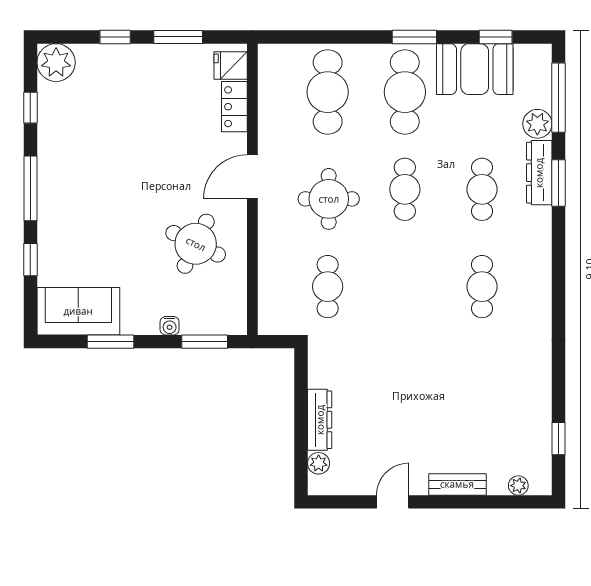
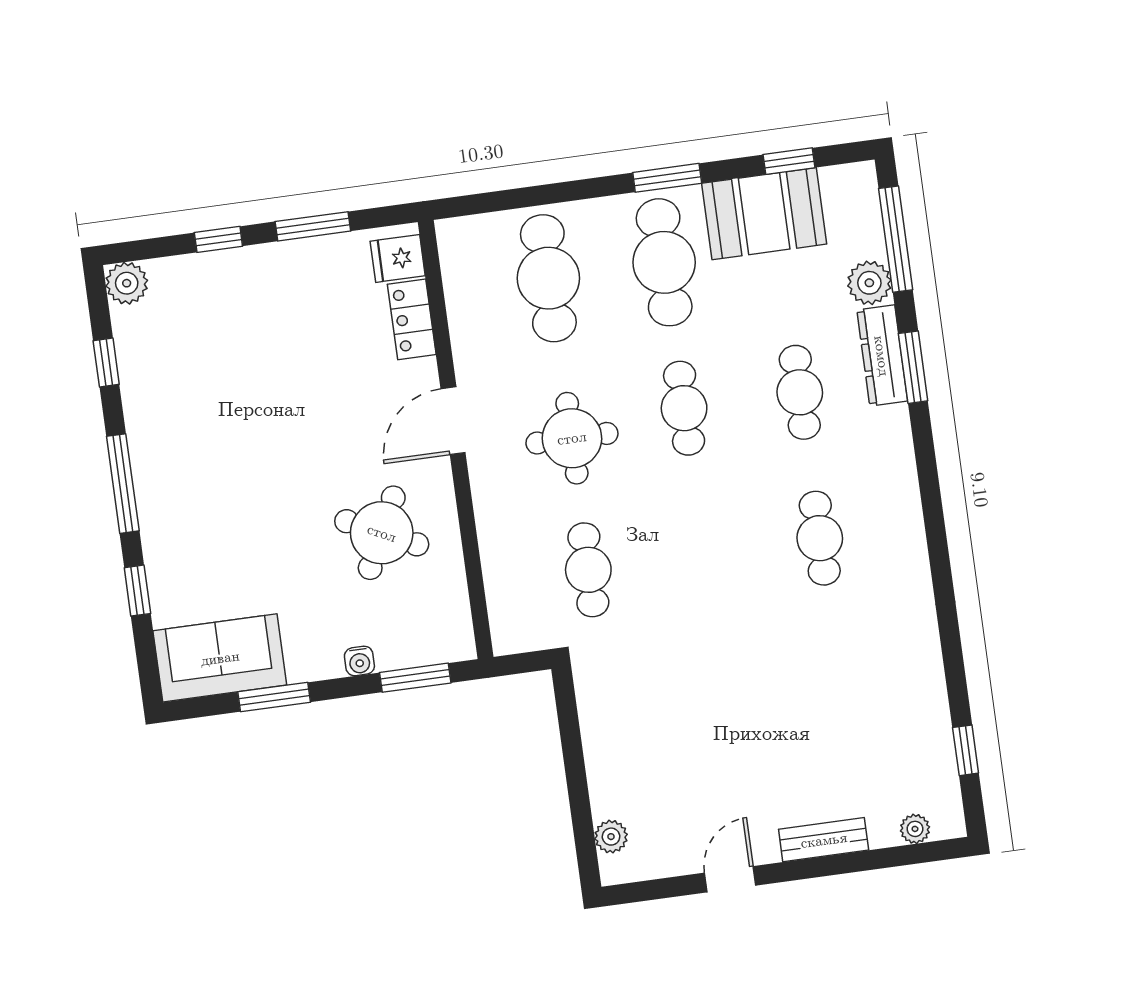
plant: (56, 63) -> (127, 283), width x0.73, depth x0.73
dresser: (320, 420) -> (604, 771), removed

